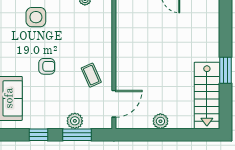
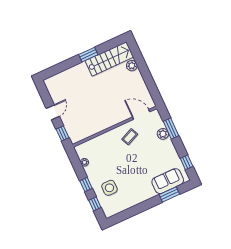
armchair: (47, 66) -> (137, 167), removed
plant: (160, 121) -> (132, 66), moved
window: (38, 135) -> (187, 162), moved

